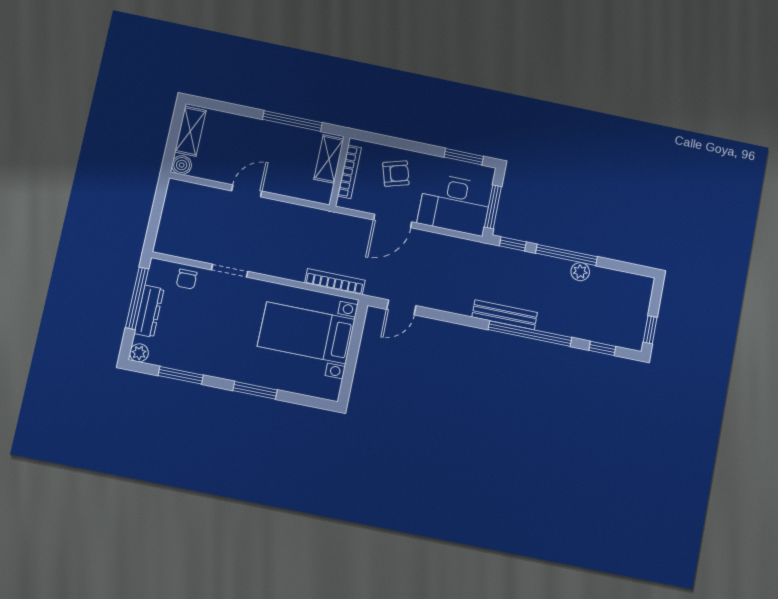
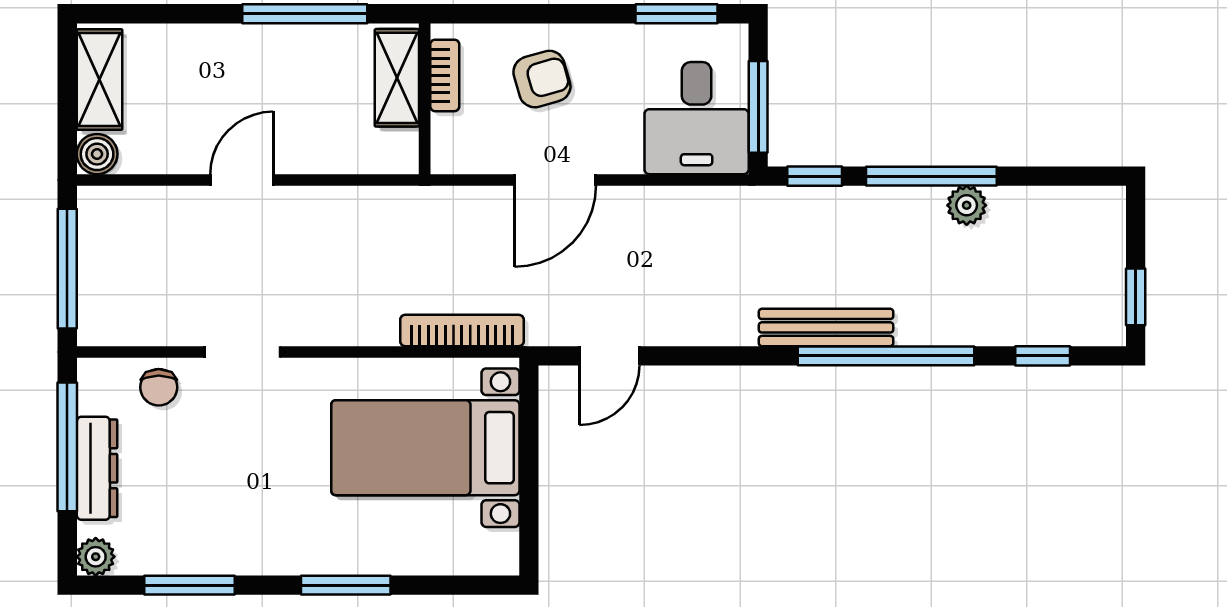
bookcase: (349, 172) -> (445, 75), width x0.64
desk: (455, 204) -> (697, 118), width x0.73
window: (156, 215) -> (67, 269), added

